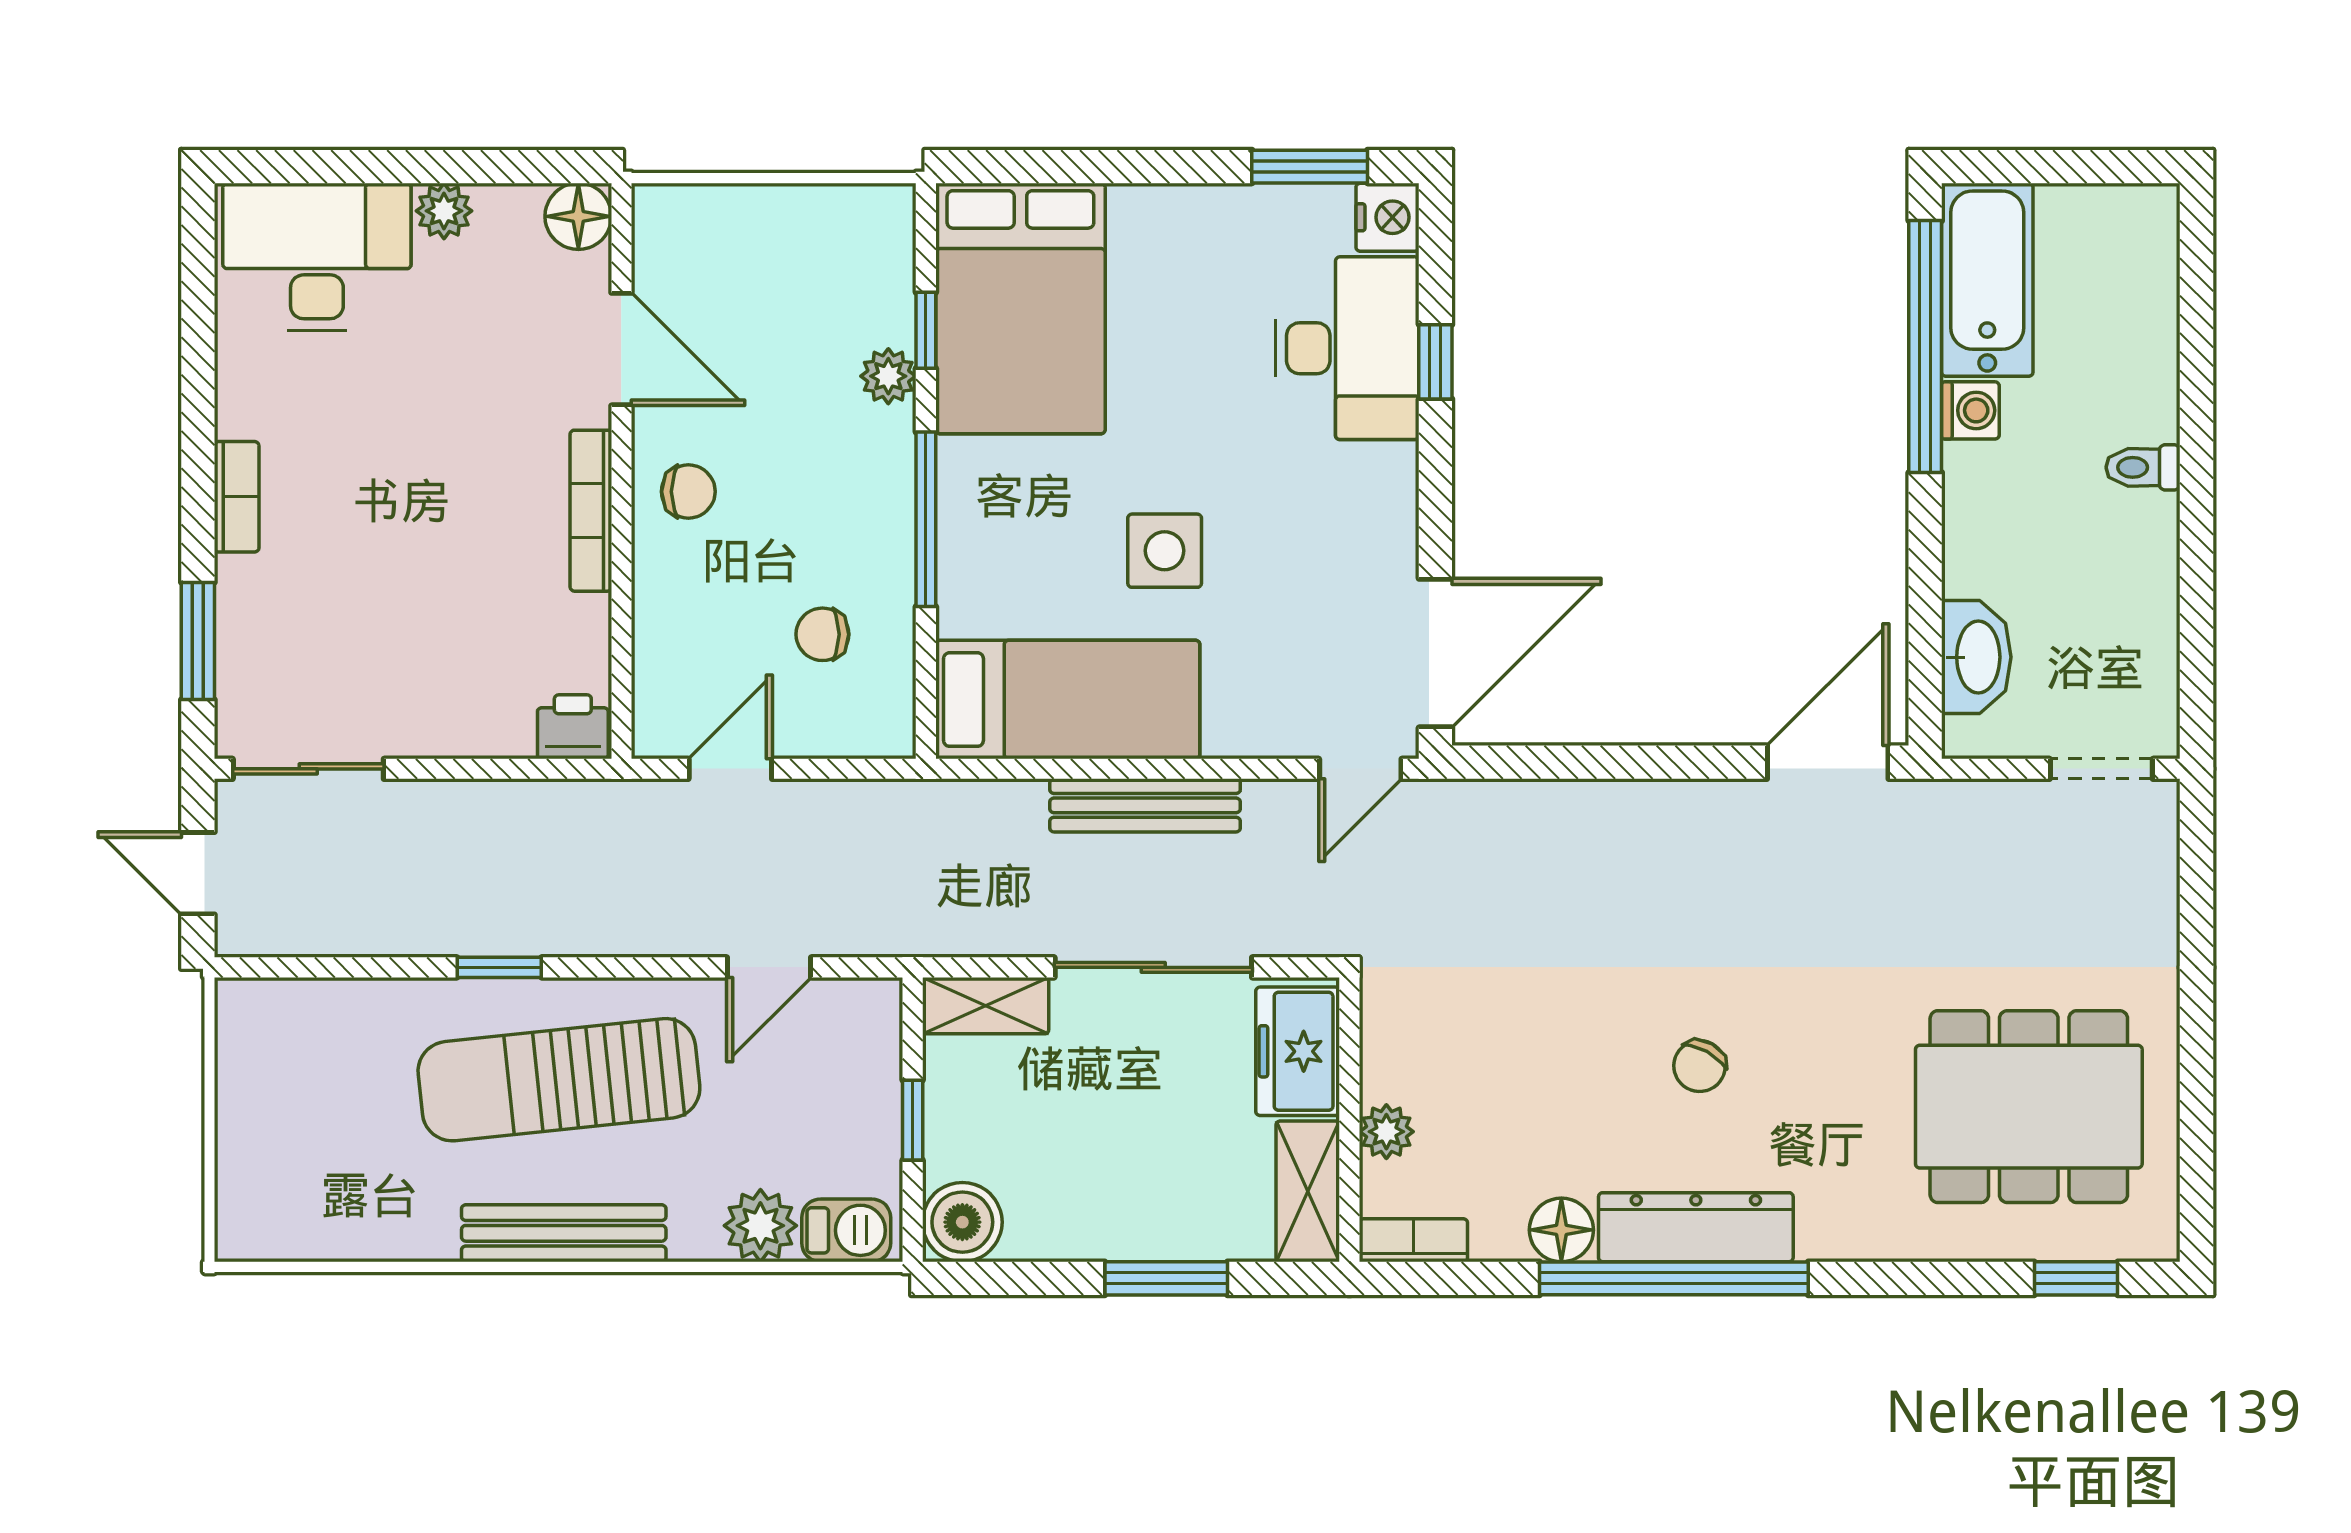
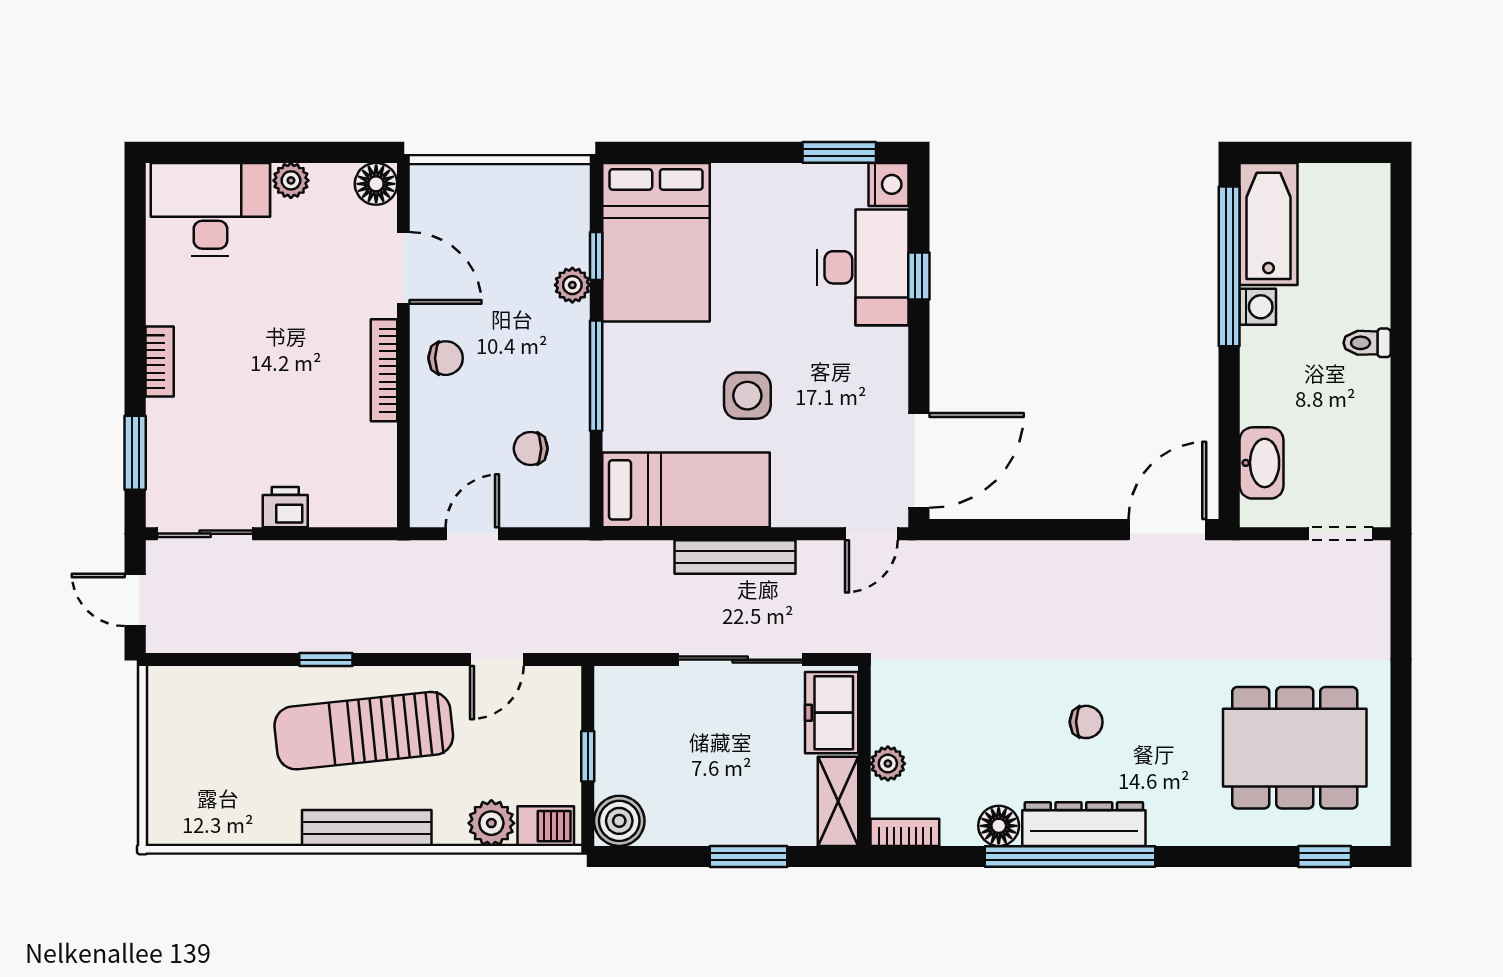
printer: (573, 727) -> (285, 507), moved
shelving: (986, 1006) -> (634, 684), removed
chair: (1700, 1066) -> (1086, 722), turned -119

